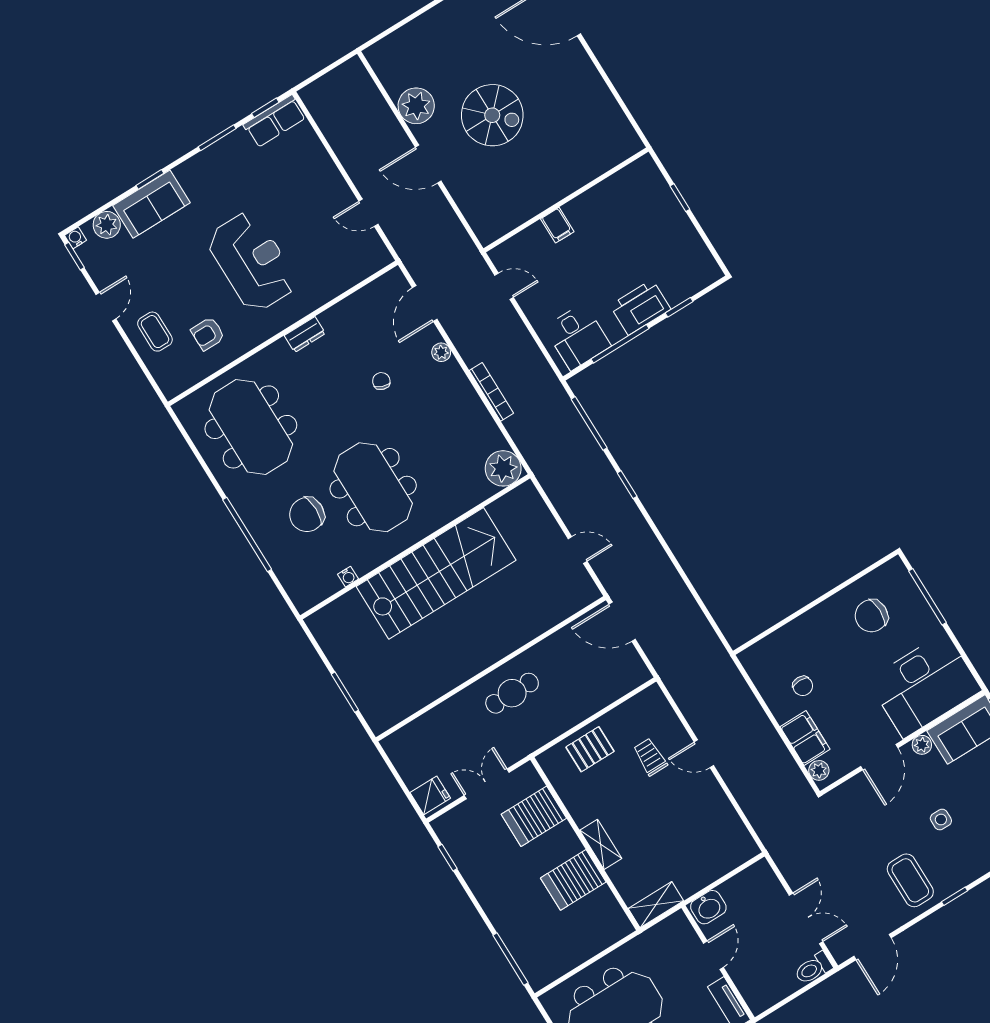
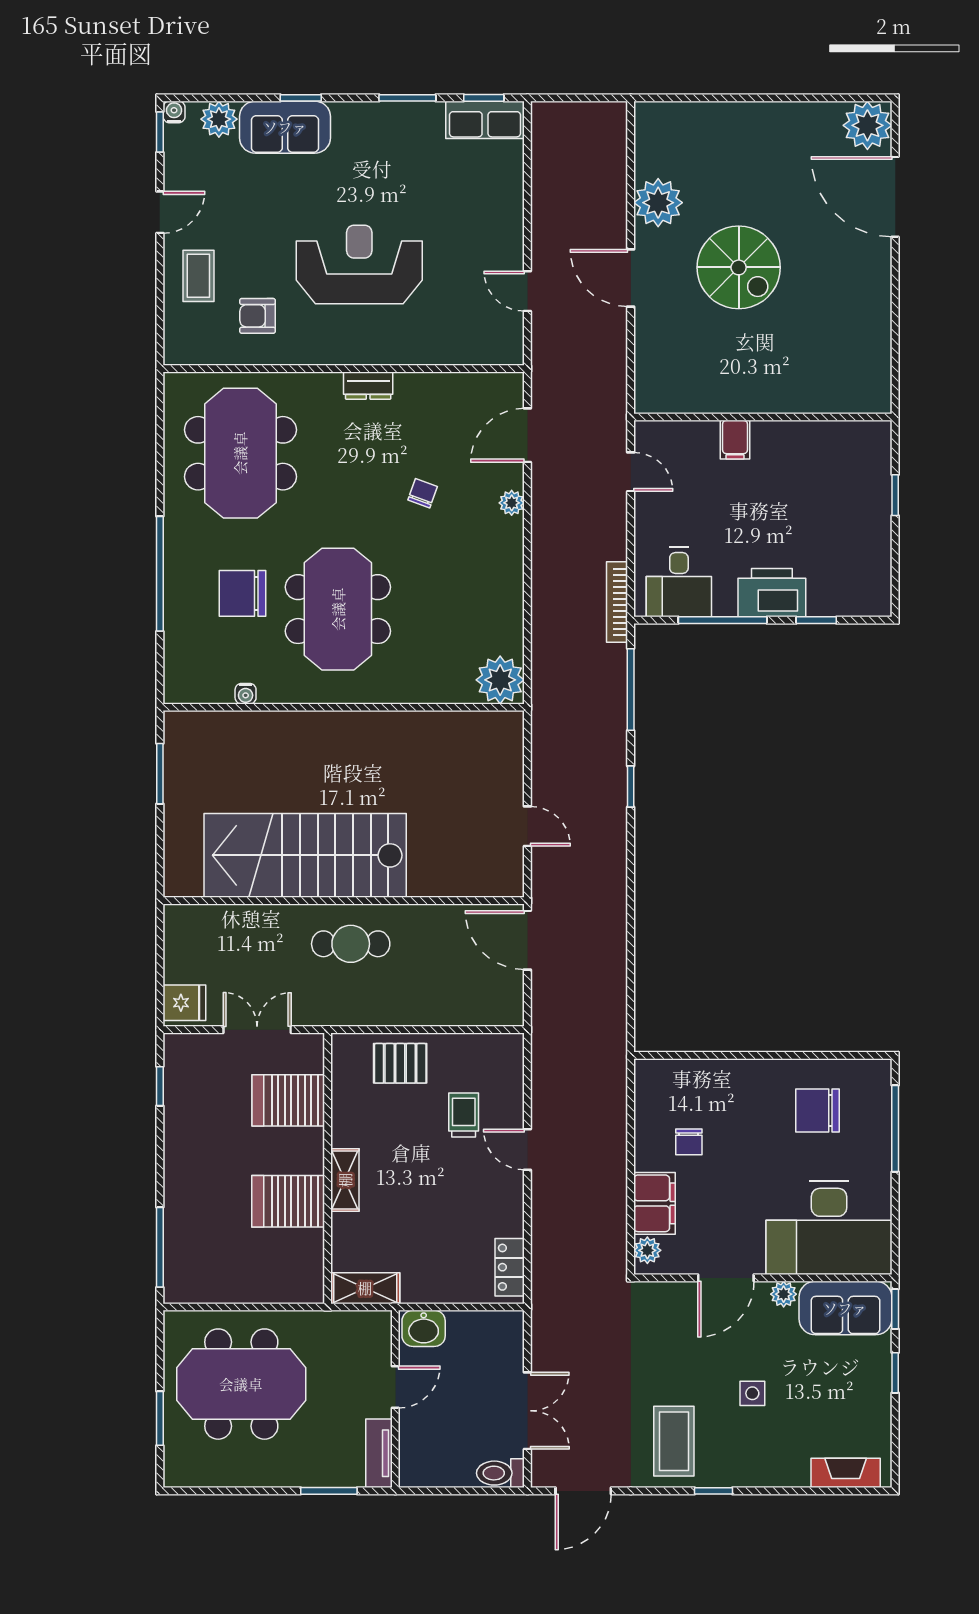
reception desk: (252, 262) -> (359, 265), turned -90
bookcase: (491, 392) -> (617, 602), moved, turned 180
stairs: (436, 573) -> (305, 855), moved, turned 180
window: (345, 692) -> (160, 774), moved
locker: (739, 835) -> (510, 1267), added

